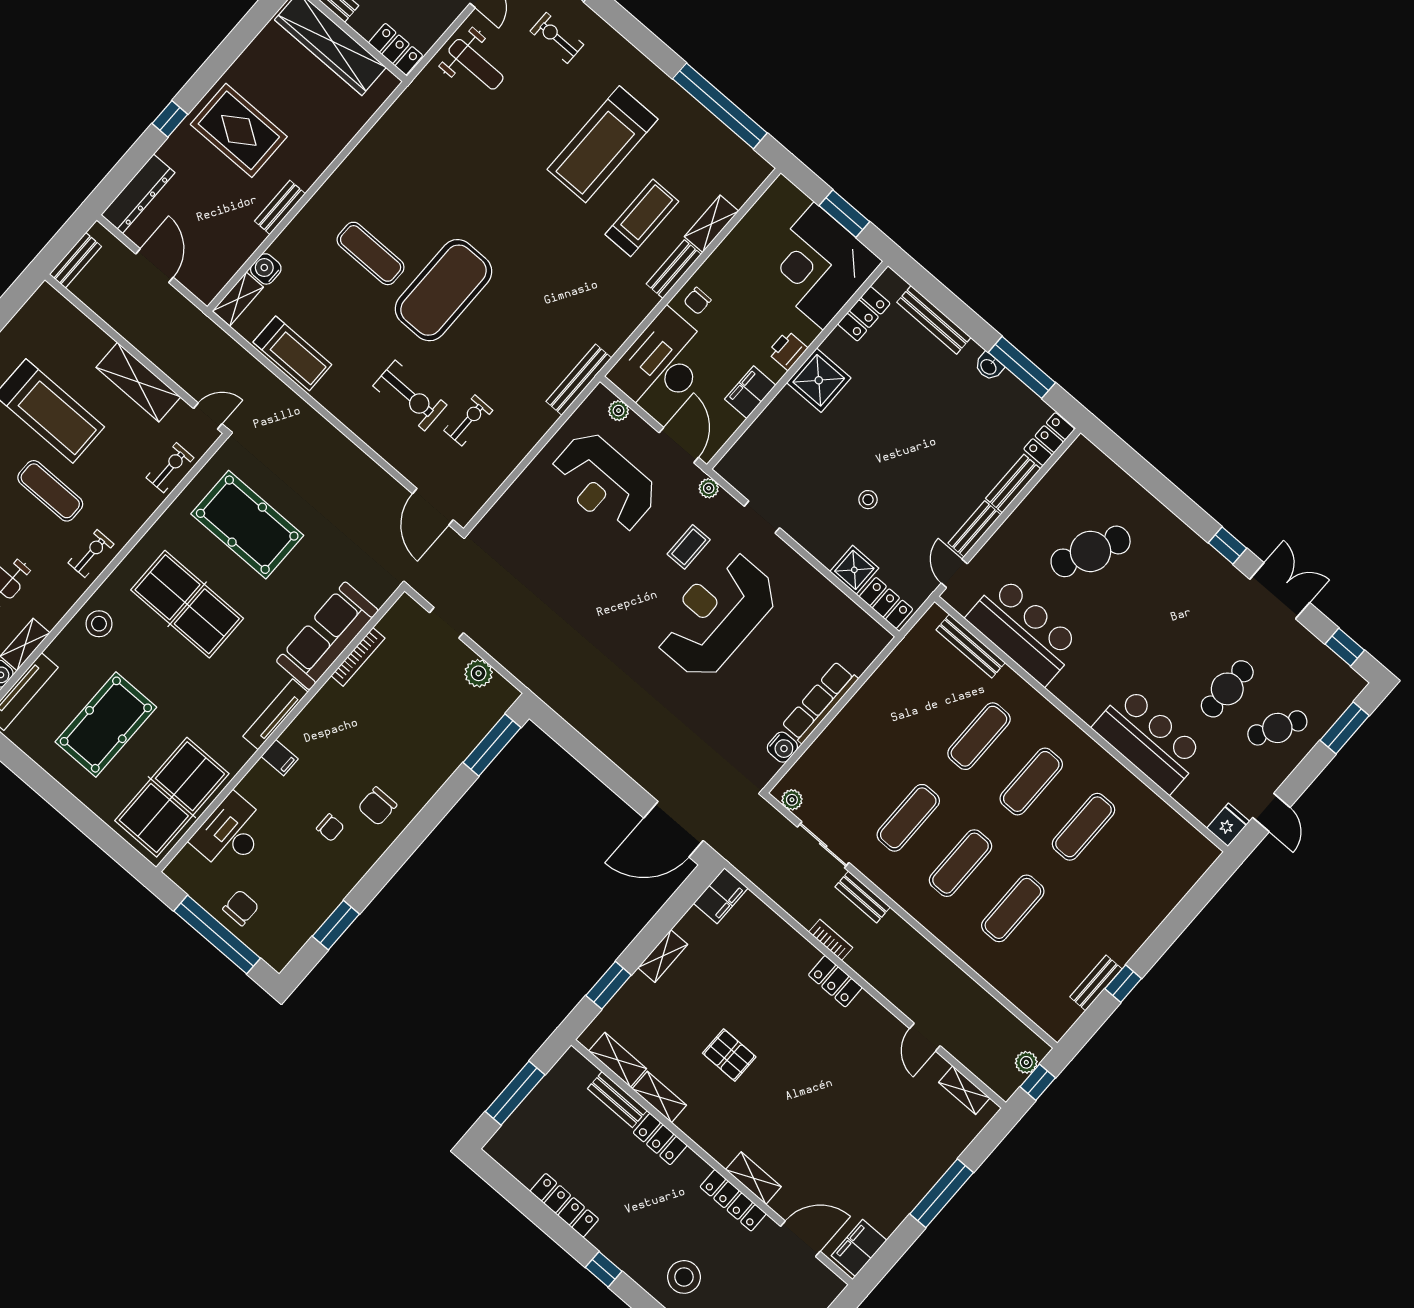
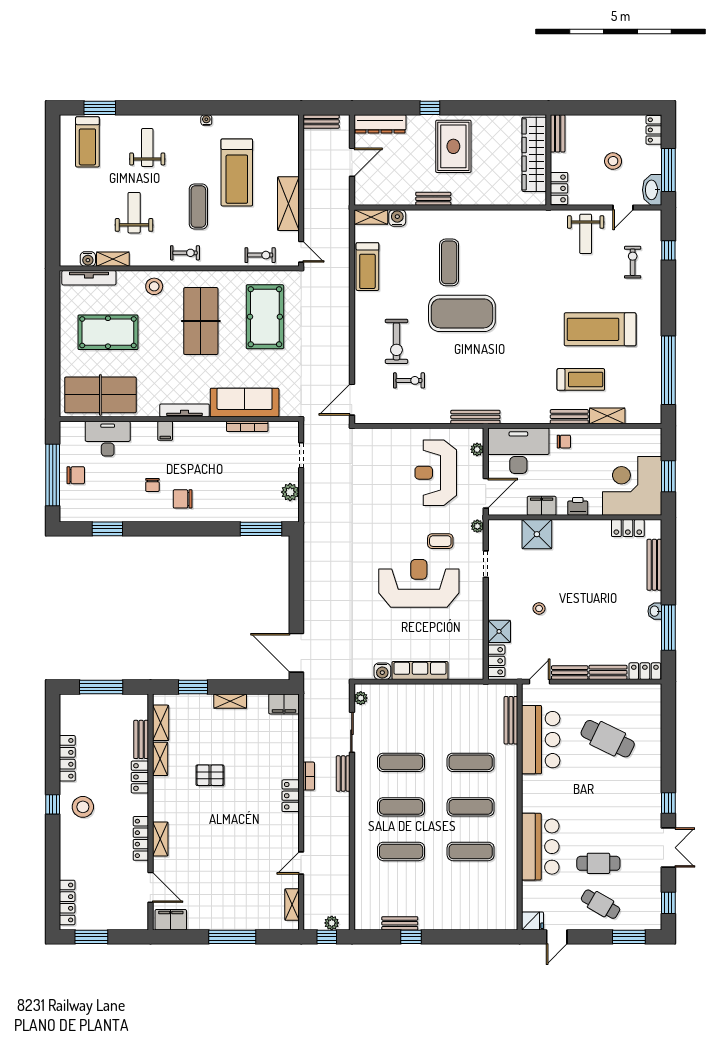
chair: (697, 301) -> (564, 442), turned 180
shower: (819, 380) -> (537, 534), moved
pallet: (729, 1055) -> (210, 775), turned 90
stool: (684, 1277) -> (83, 807), moved

